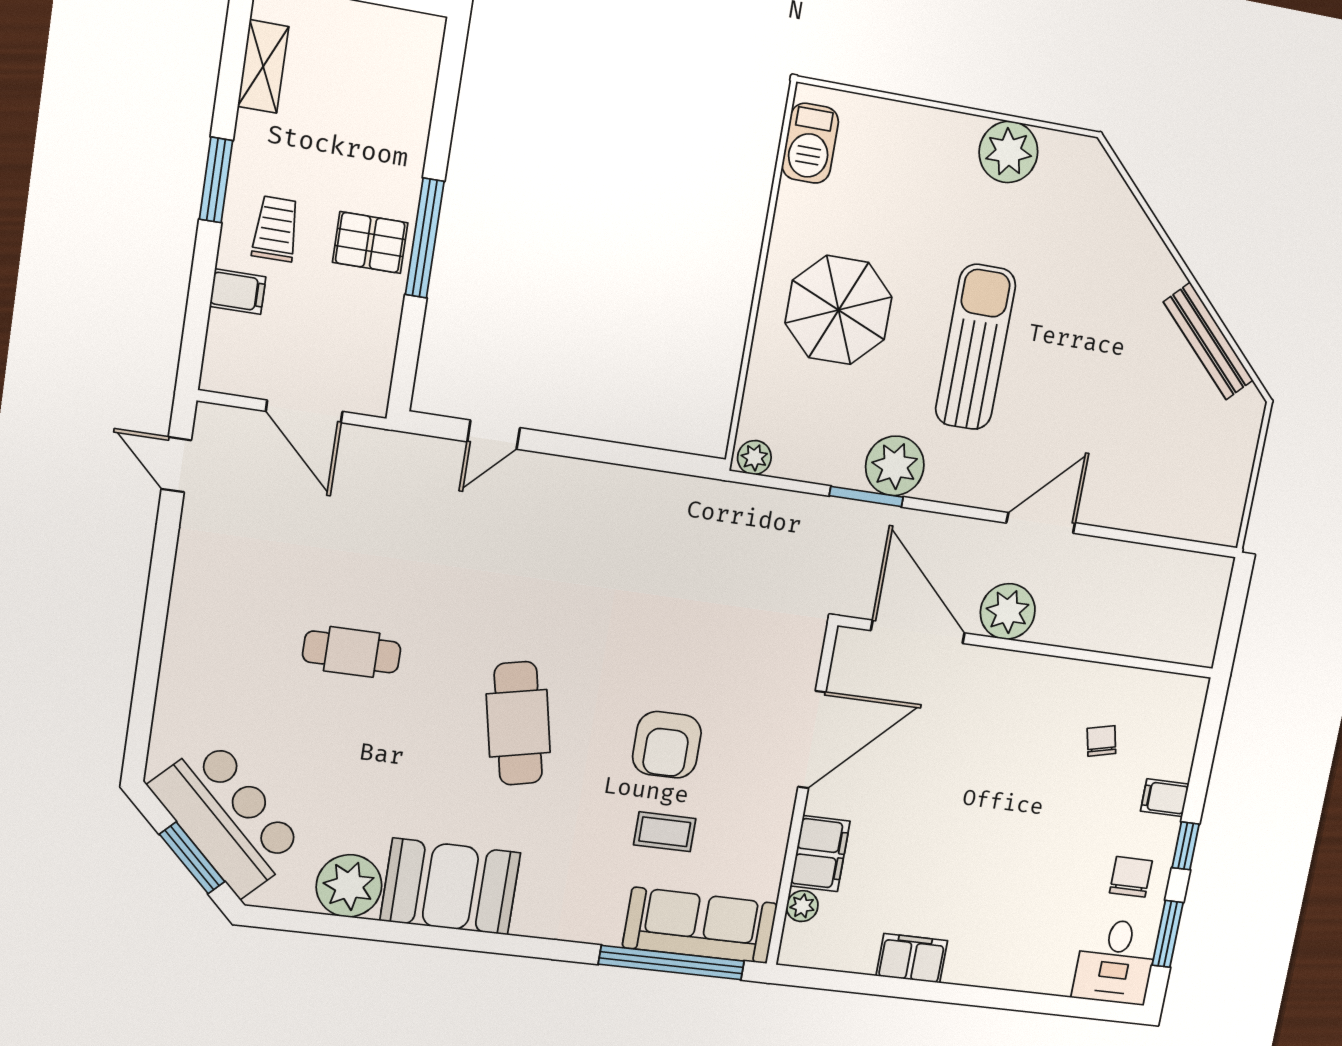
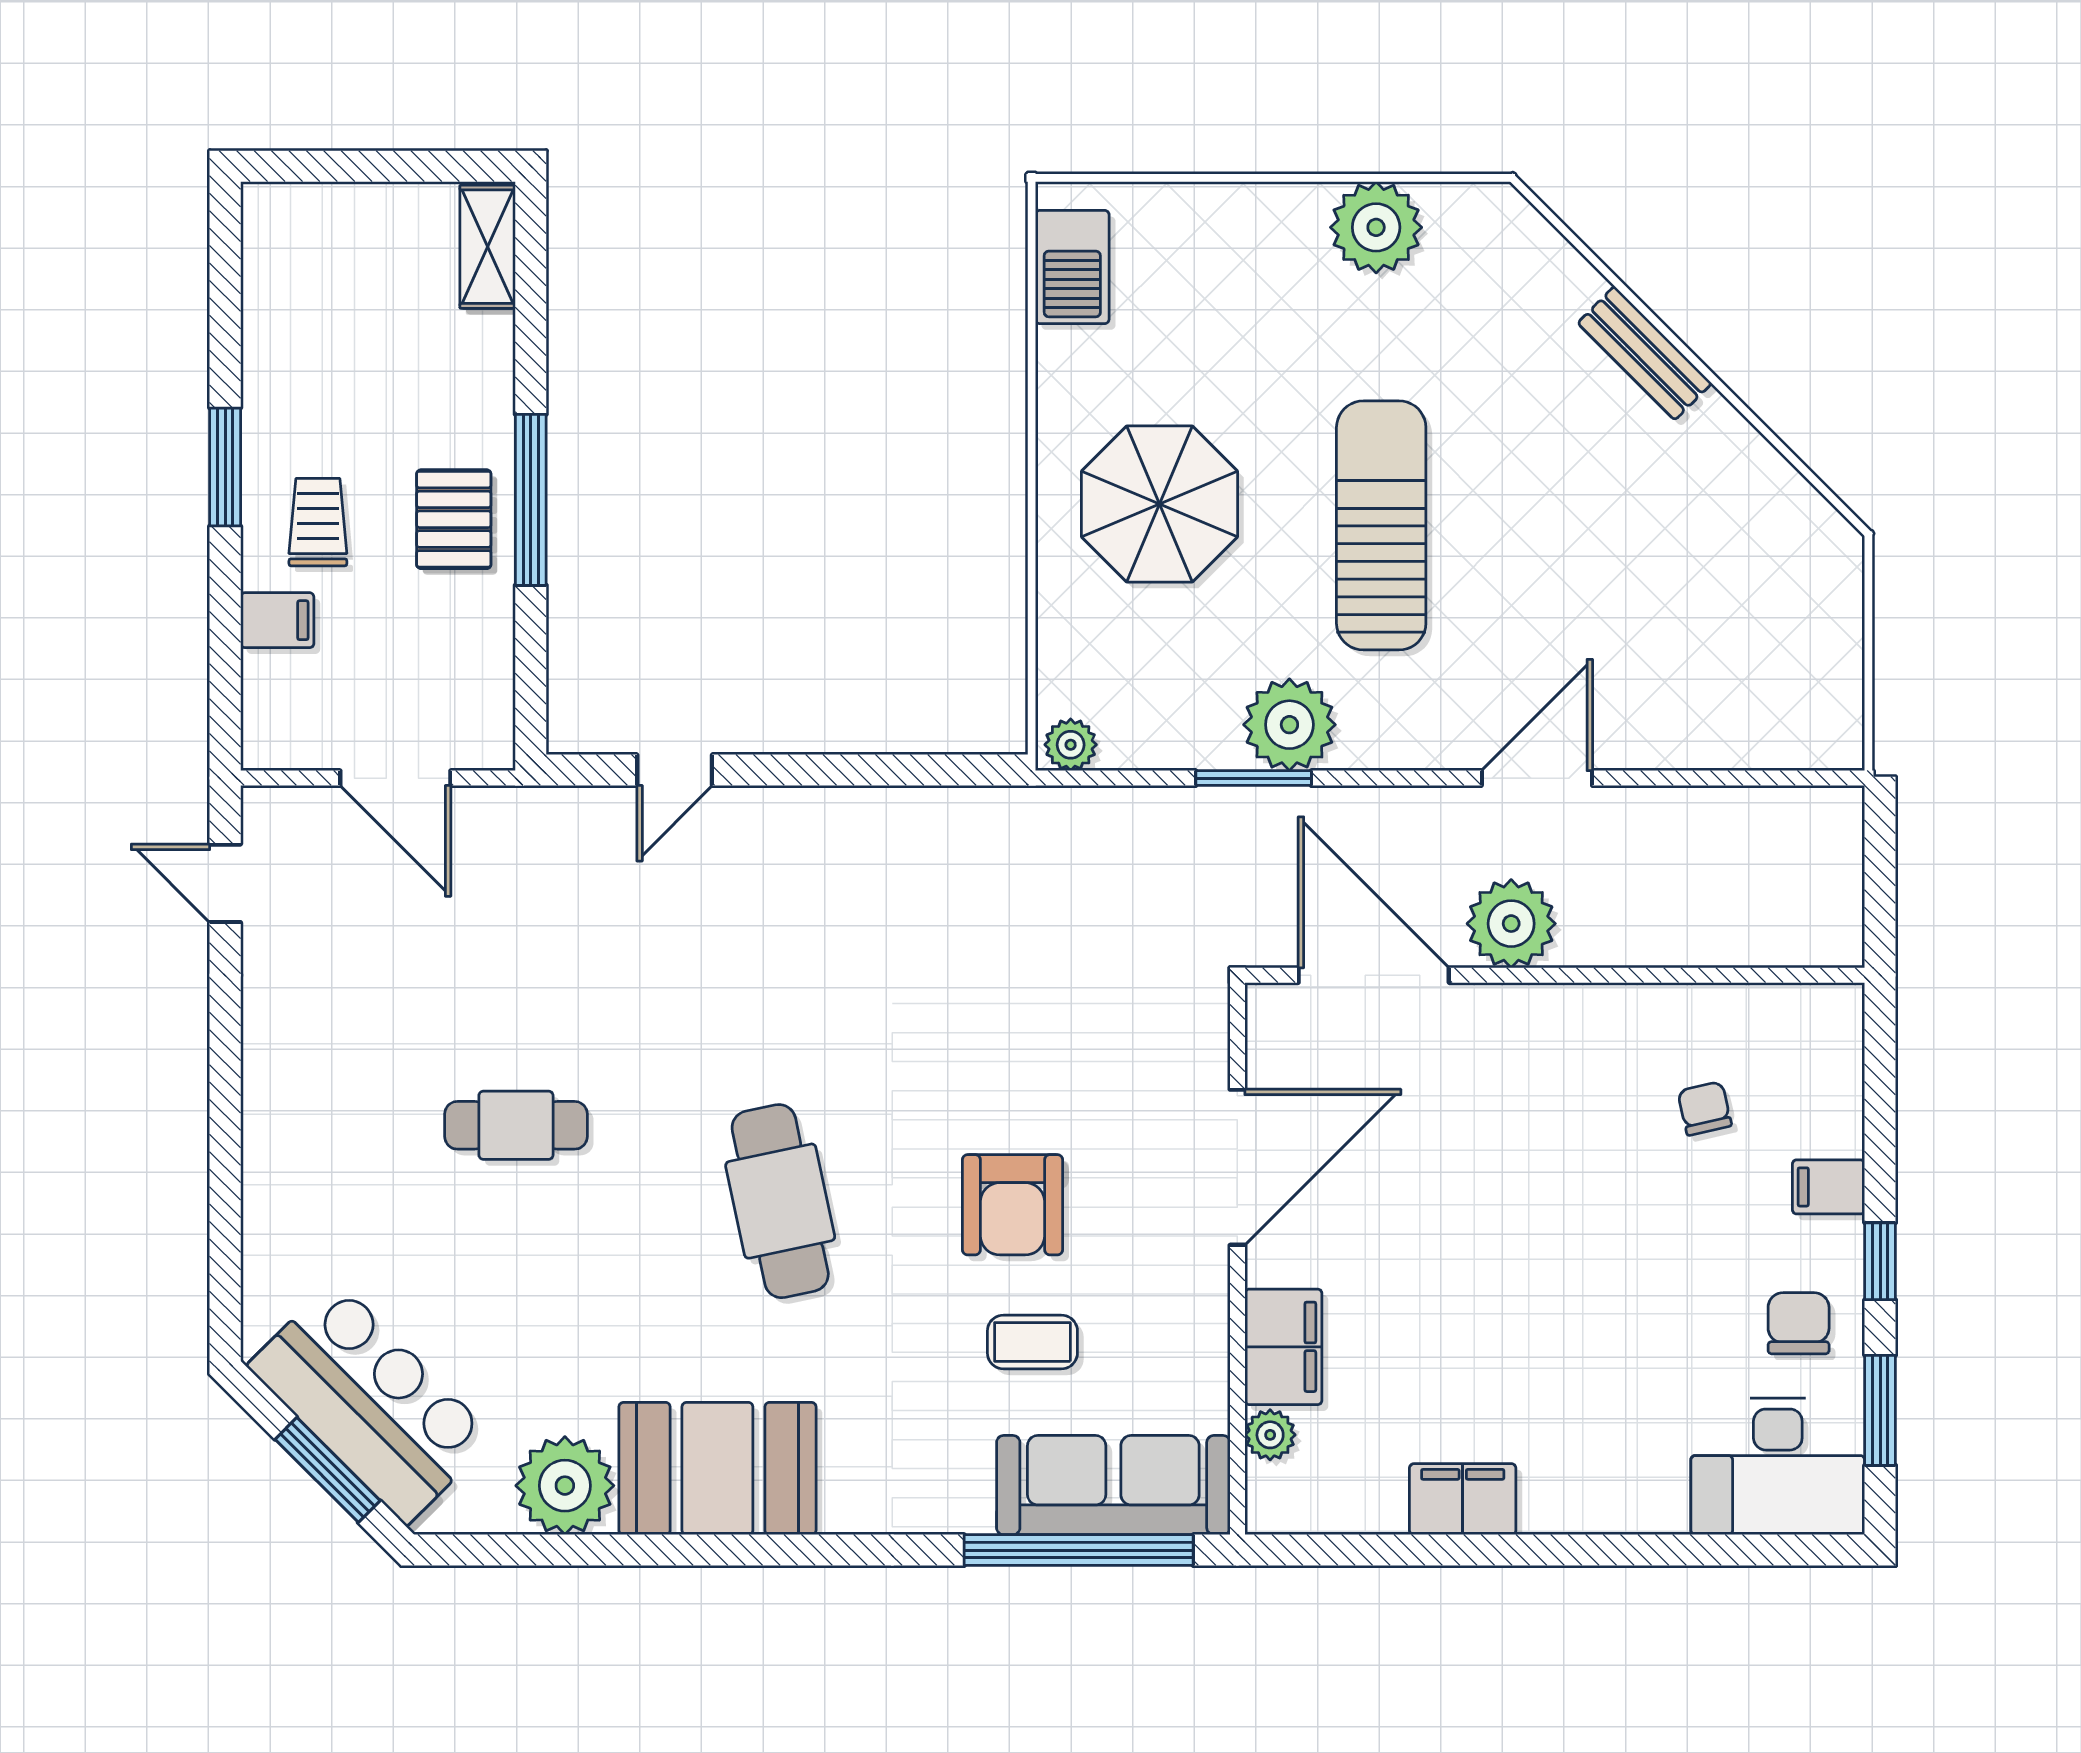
shelving: (263, 66) -> (488, 247), moved
pallet: (370, 243) -> (454, 519), turned 90
bench: (1208, 341) -> (1645, 353), moved, width x0.73
desk: (1115, 962) -> (1778, 1466), width x1.37

